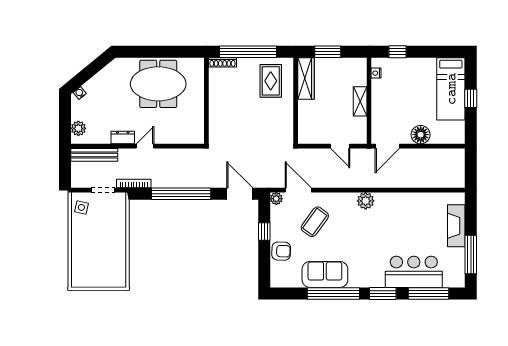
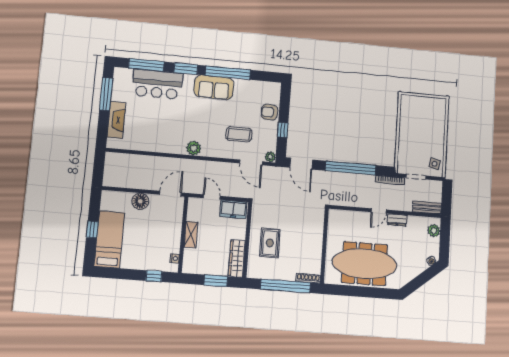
rug: (271, 81) -> (270, 243), moved
meeting table: (158, 84) -> (365, 264), width x1.36
freezer: (314, 134) -> (233, 209), added
bench: (94, 155) -> (427, 207), width x0.73
coffee table: (315, 222) -> (239, 134), turned 54
sofa: (325, 274) -> (214, 87), moved

